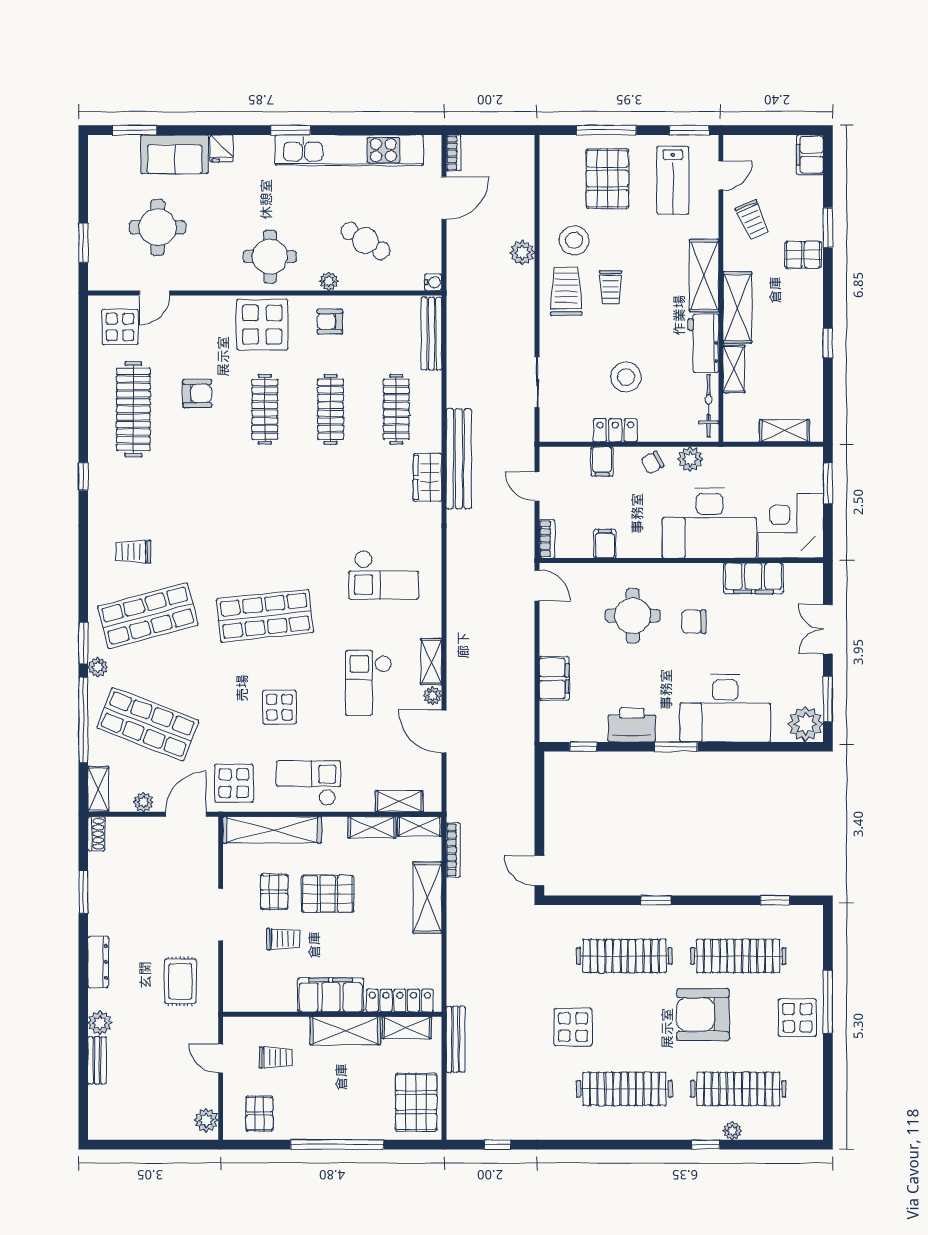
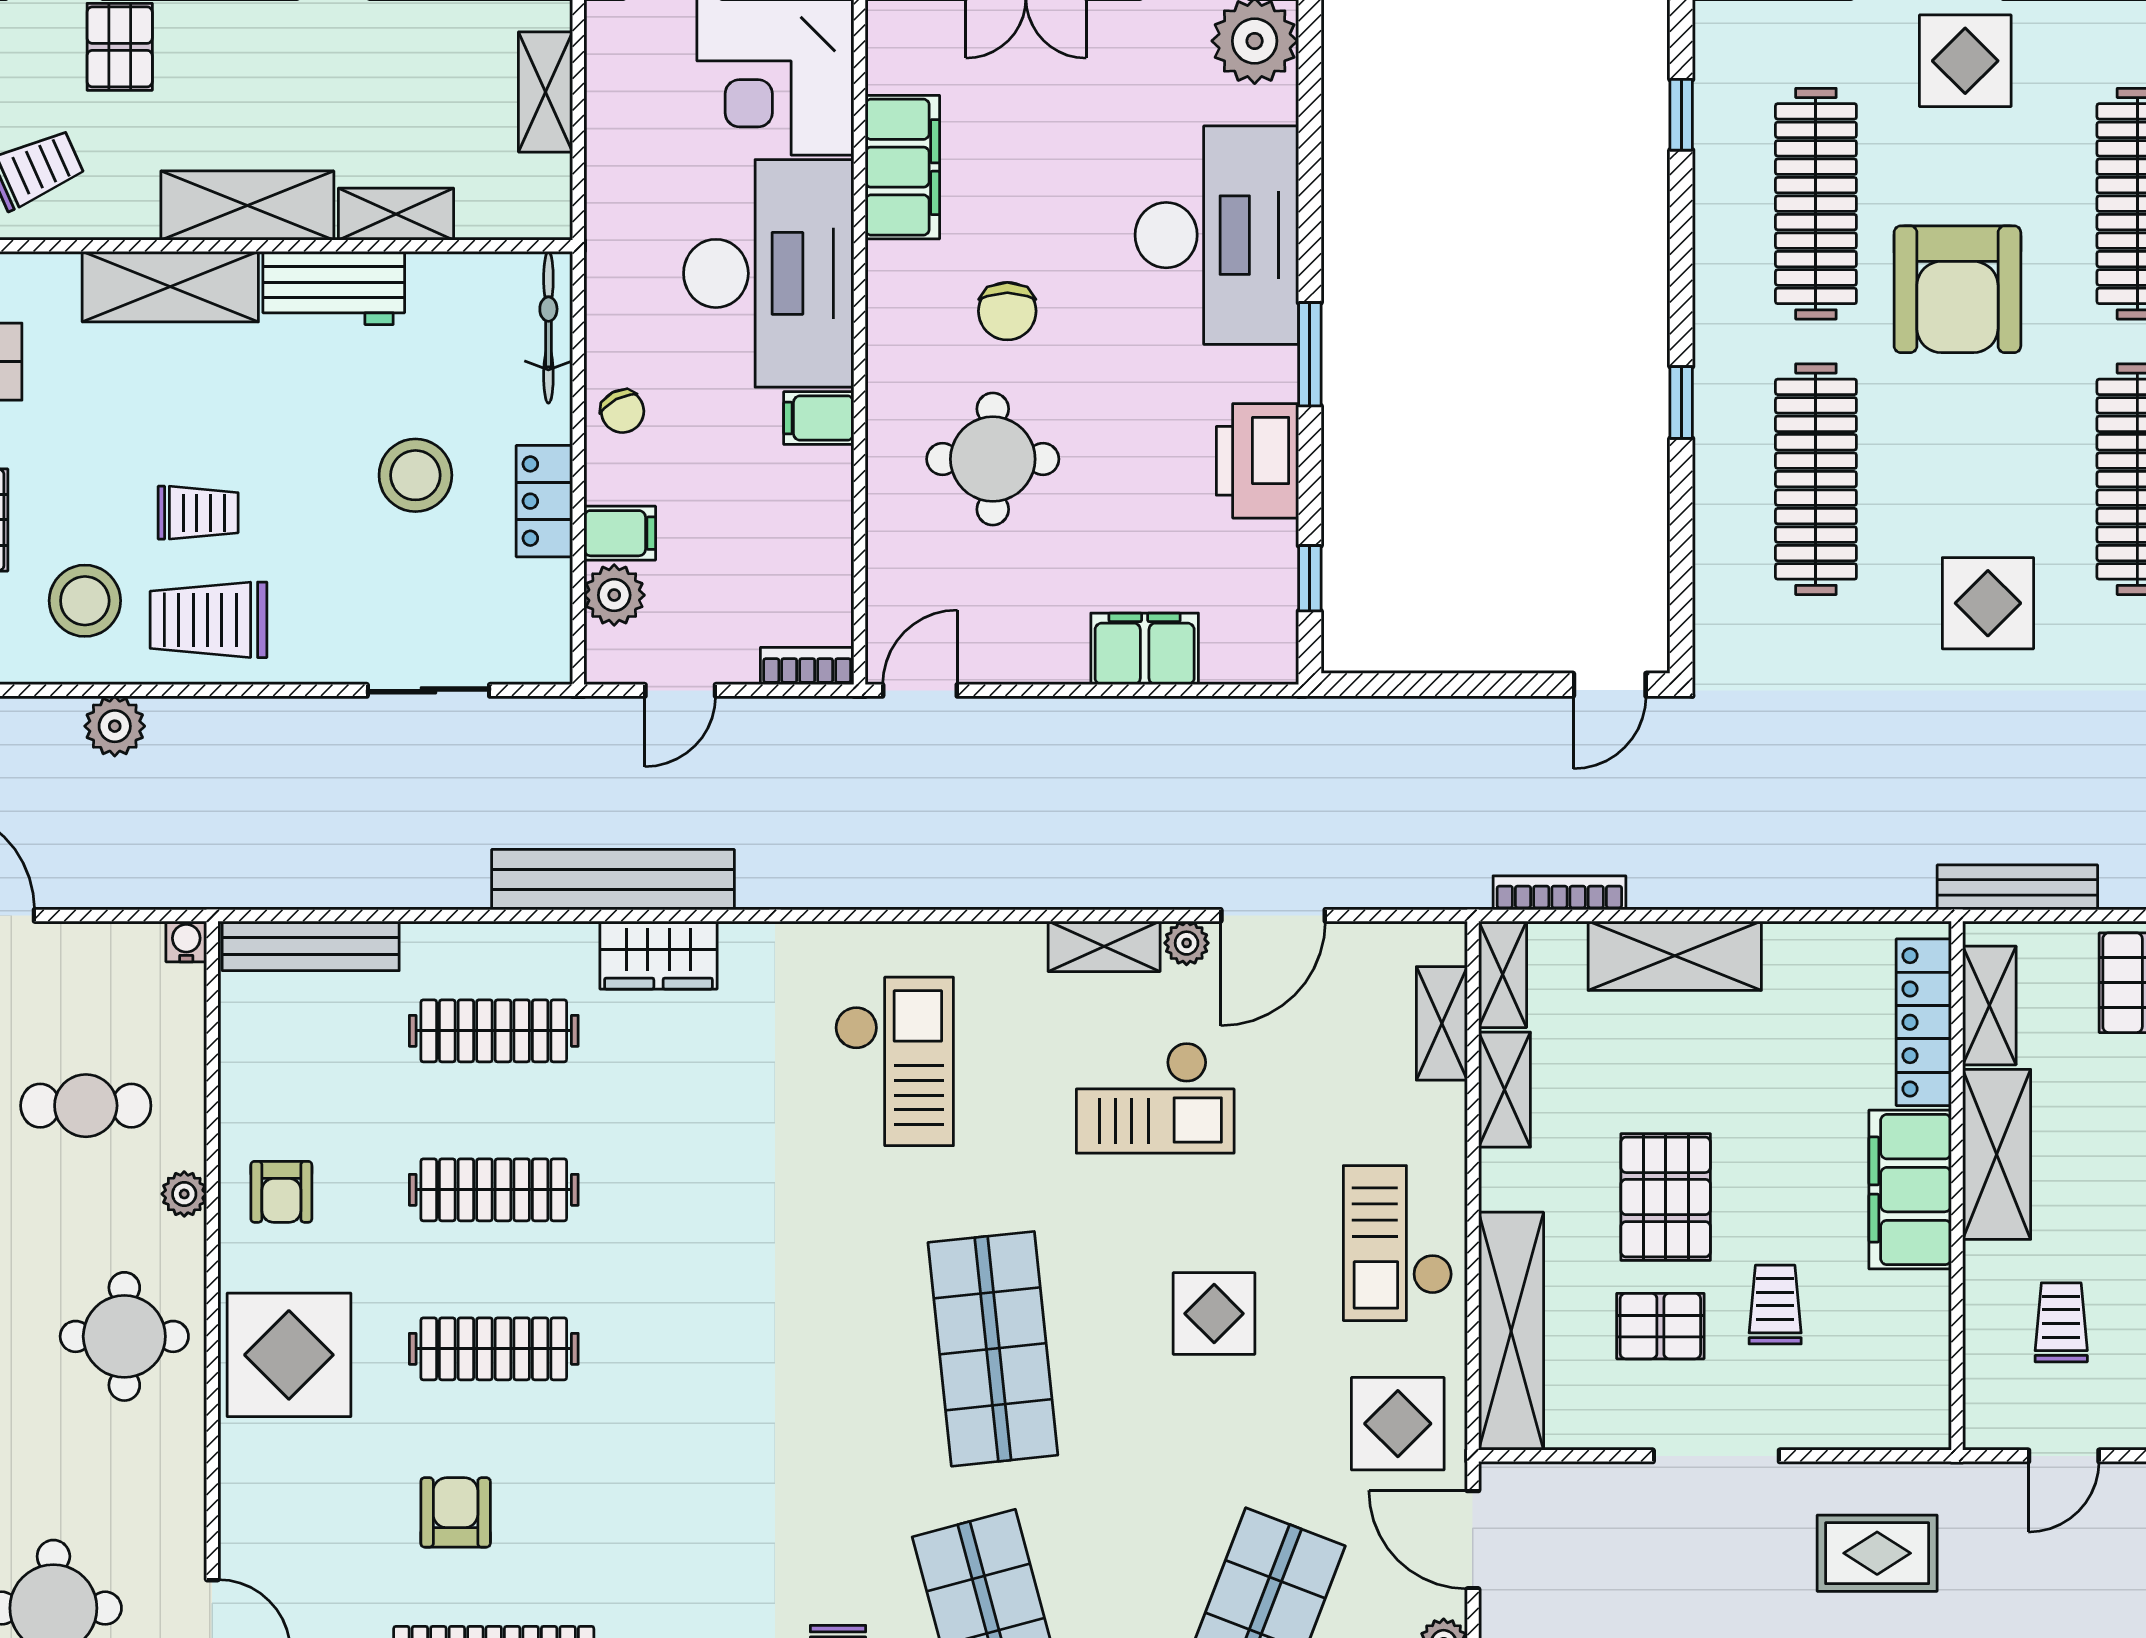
cafe table: (365, 241) -> (86, 1106), turned 58
bicycle: (709, 406) -> (548, 327), moved, turned 90
plant: (690, 459) -> (614, 595), moved
filing cabinet: (605, 544) -> (819, 418), moved

